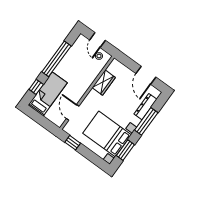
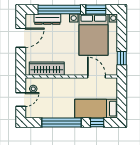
wardrobe: (104, 83) -> (47, 69), width x1.50
door: (73, 112) -> (96, 76), swing flipped
window: (146, 121) -> (59, 9), width x1.46

